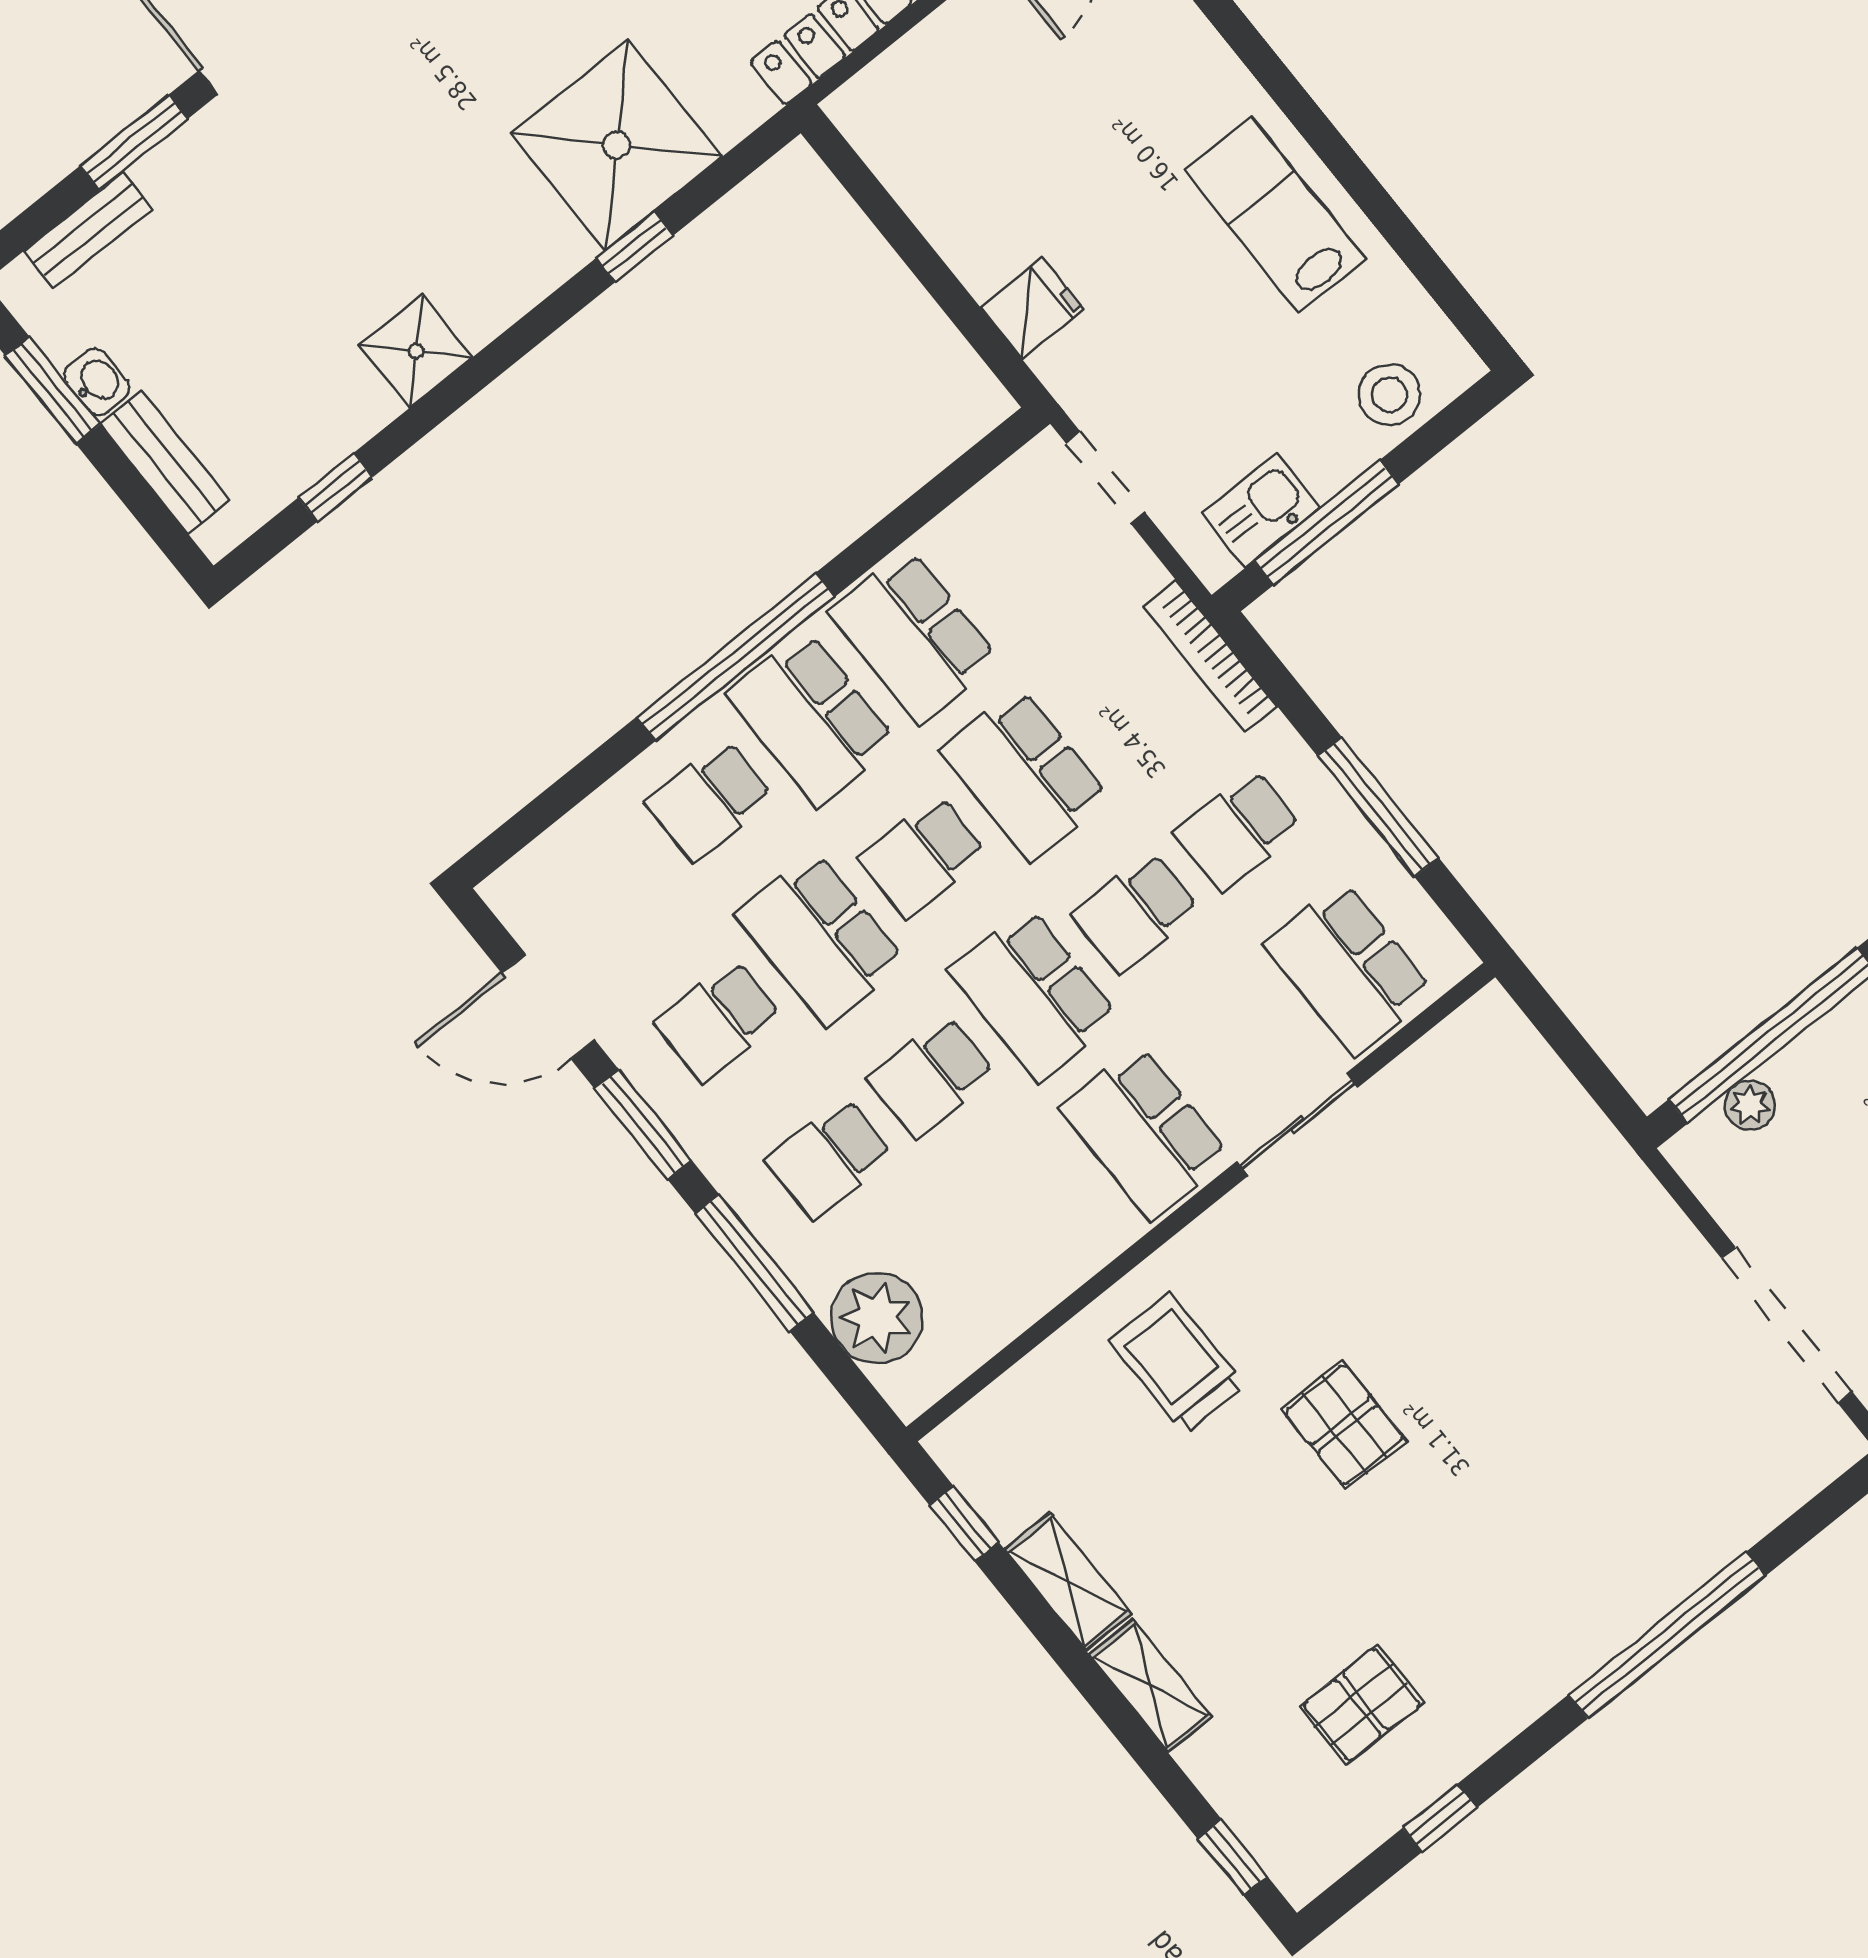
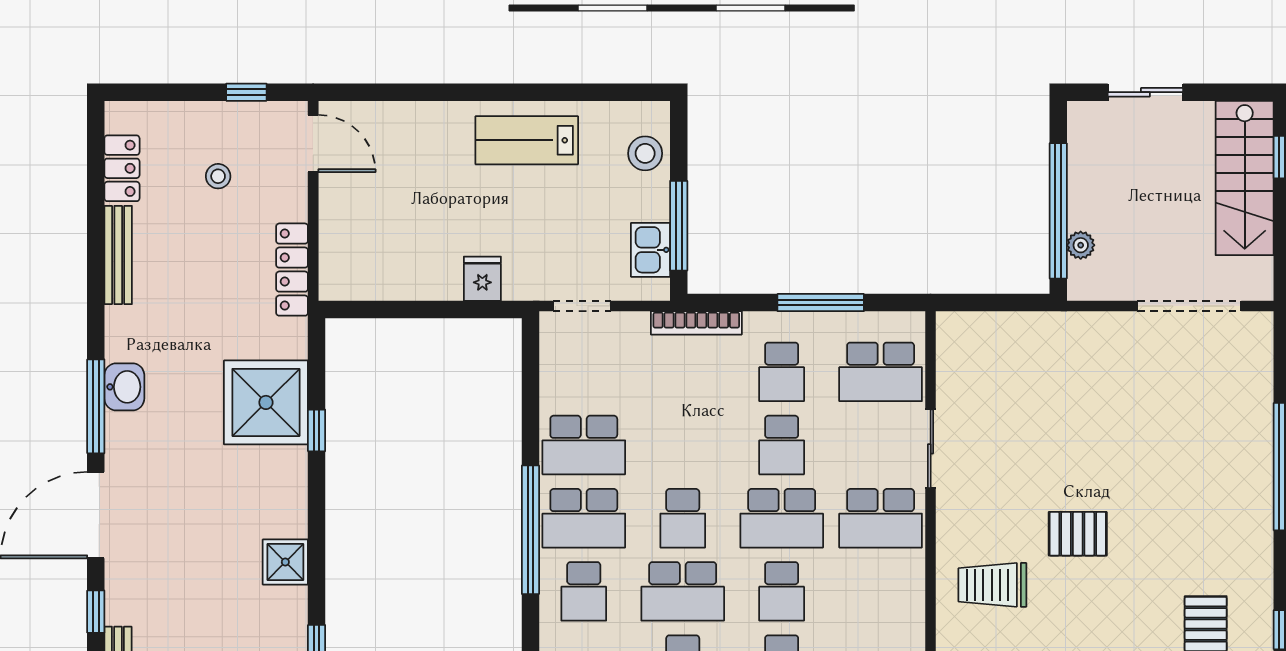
window: (134, 142) -> (96, 612), width x0.67
school desk: (1025, 774) -> (683, 445), removed

